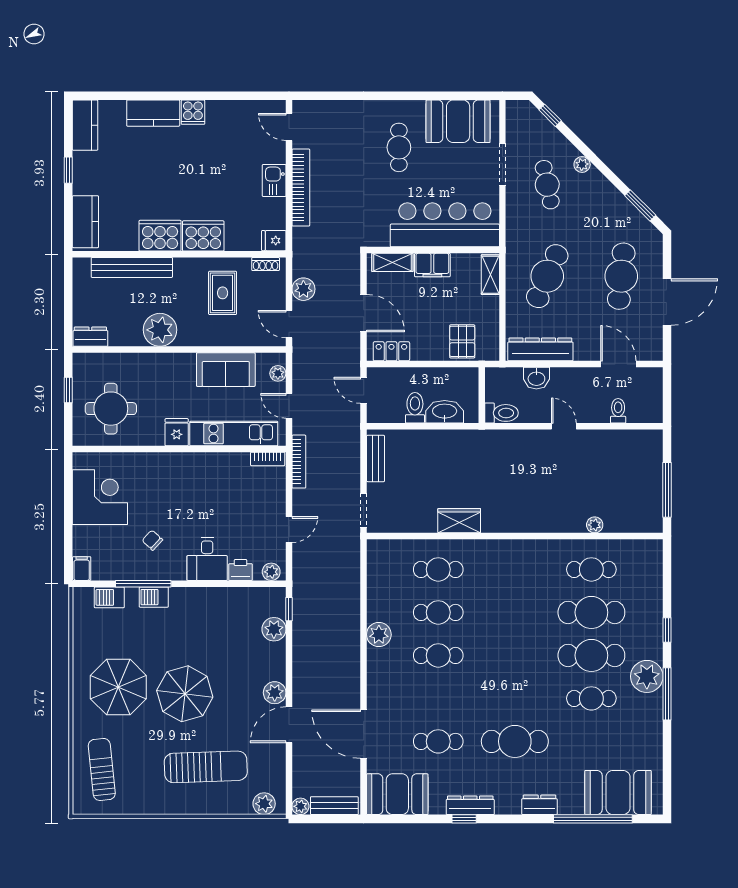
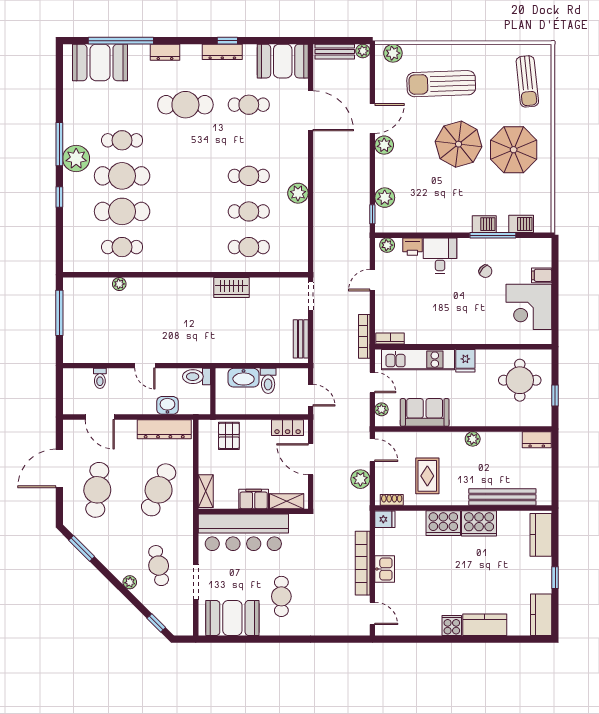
plant: (160, 330) -> (473, 439), width x0.53, depth x0.53
filing cabinet: (82, 569) -> (542, 275), moved, turned 90

